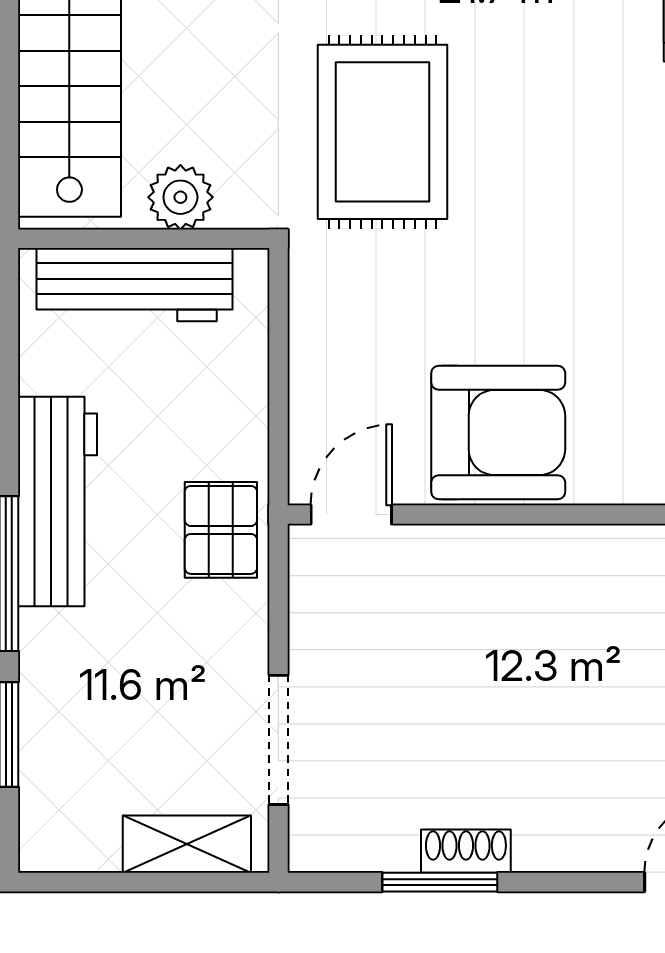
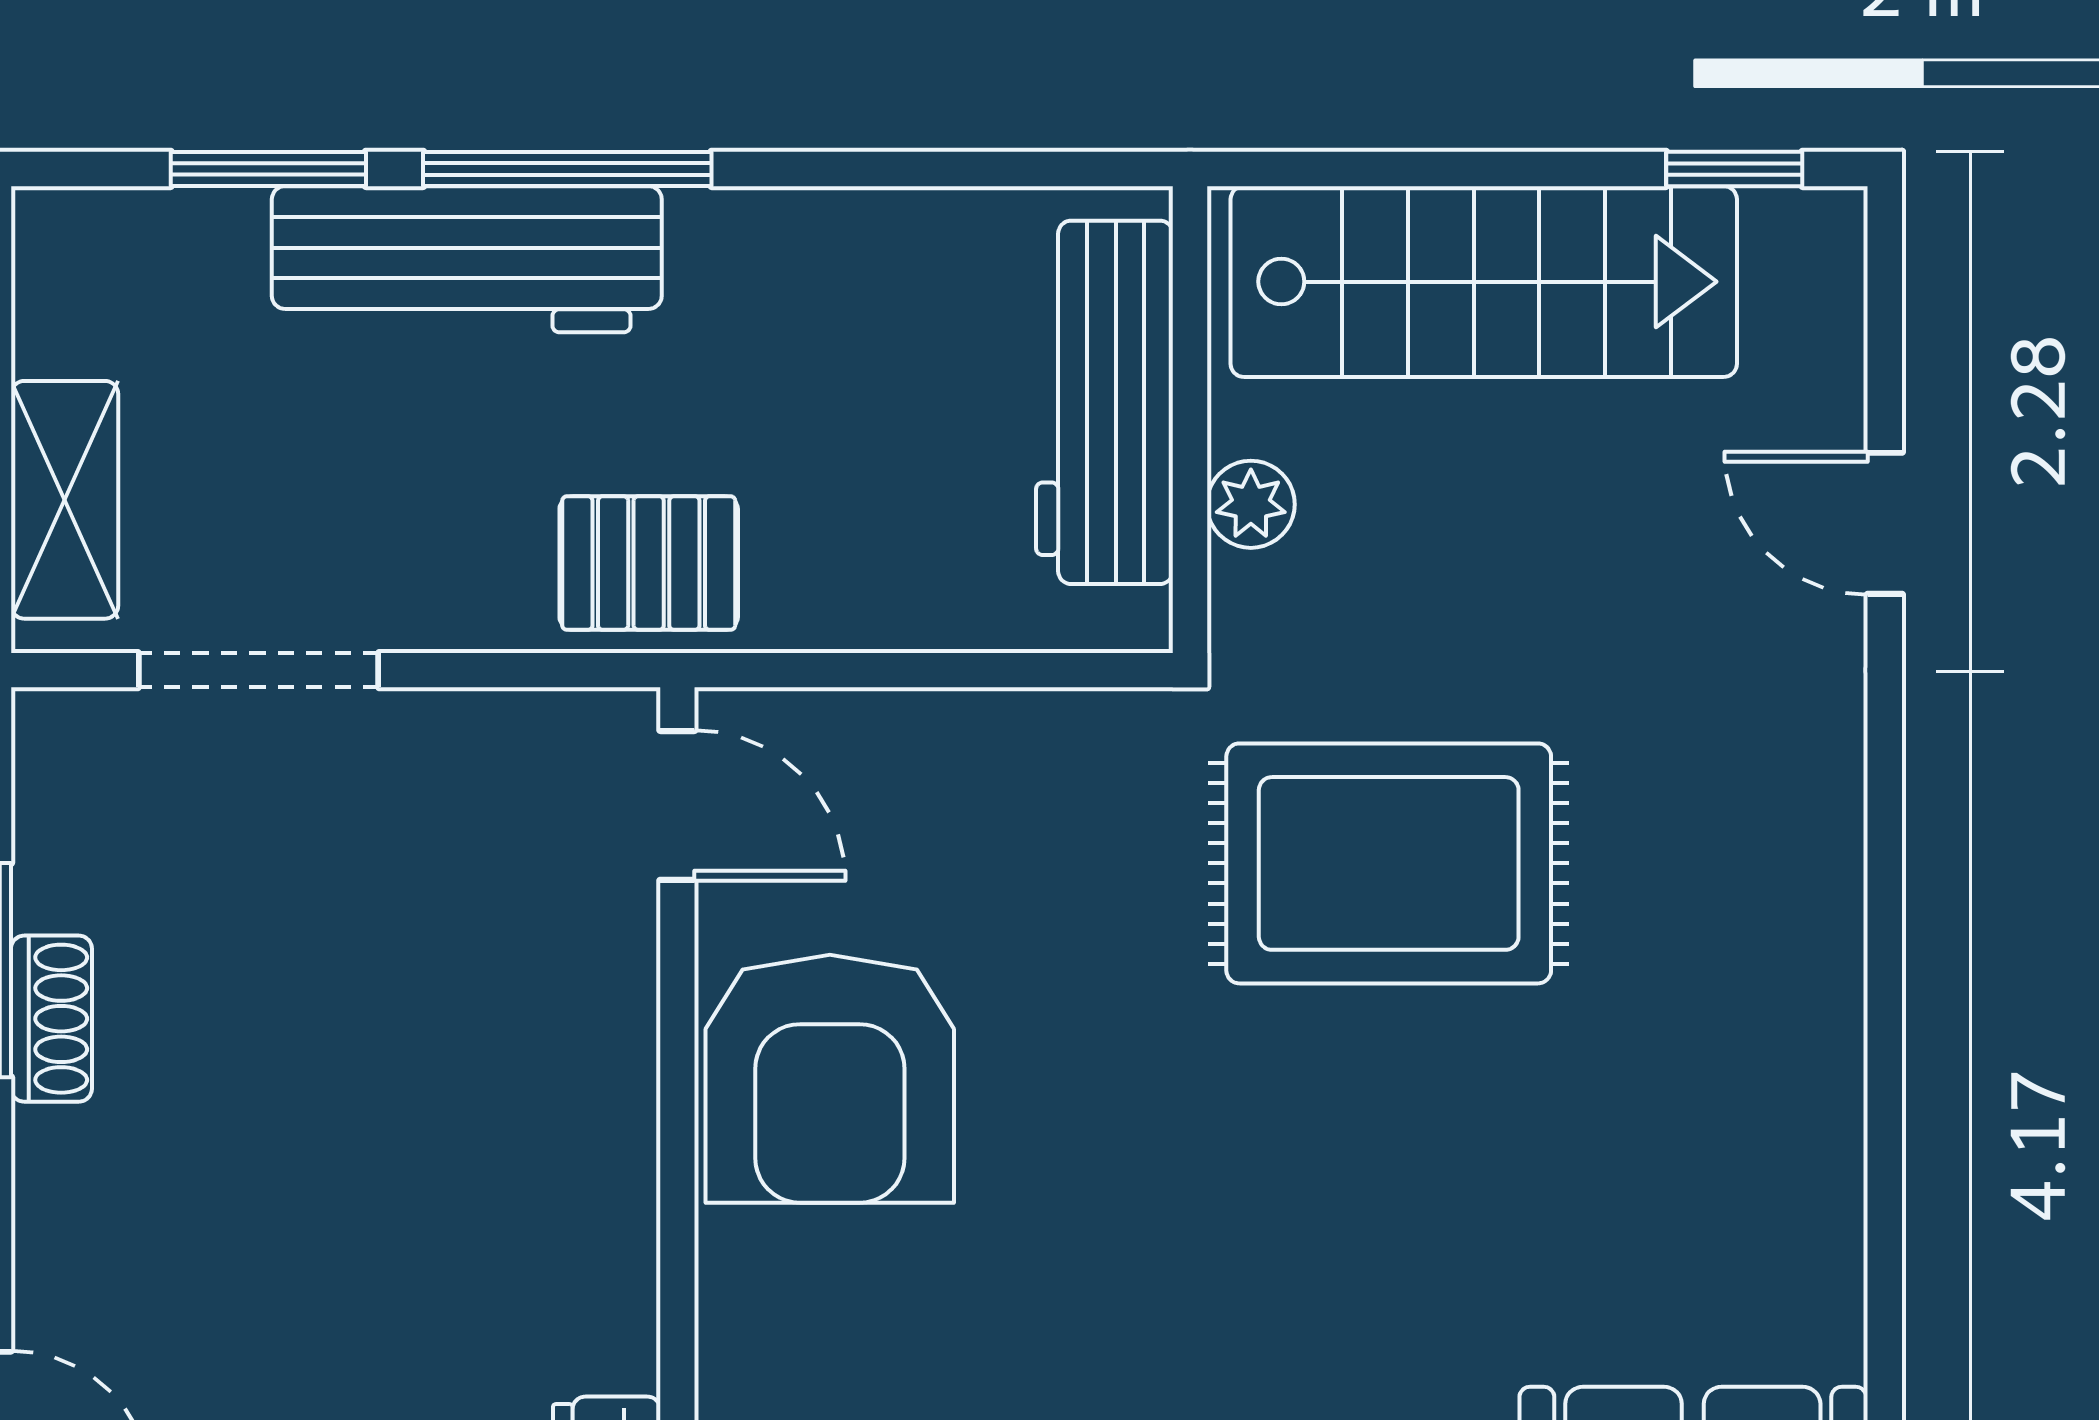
plant: (180, 197) -> (1251, 504), width x0.73, depth x0.73
workbench: (57, 501) -> (467, 259), moved

